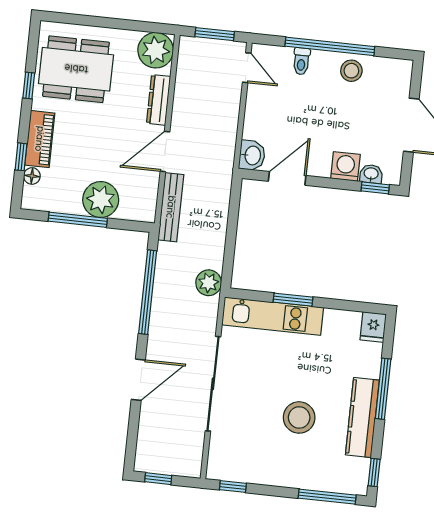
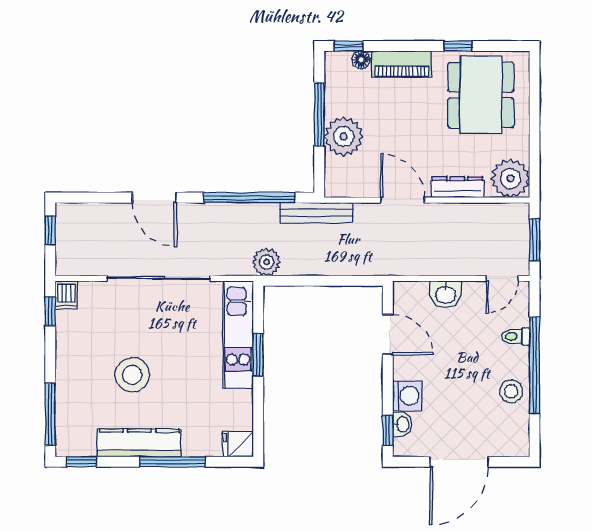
washbasin: (252, 155) -> (446, 294), moved
window: (21, 157) -> (349, 46), moved
bench: (171, 207) -> (316, 213), moved
dishwasher: (219, 470) -> (66, 295), added

